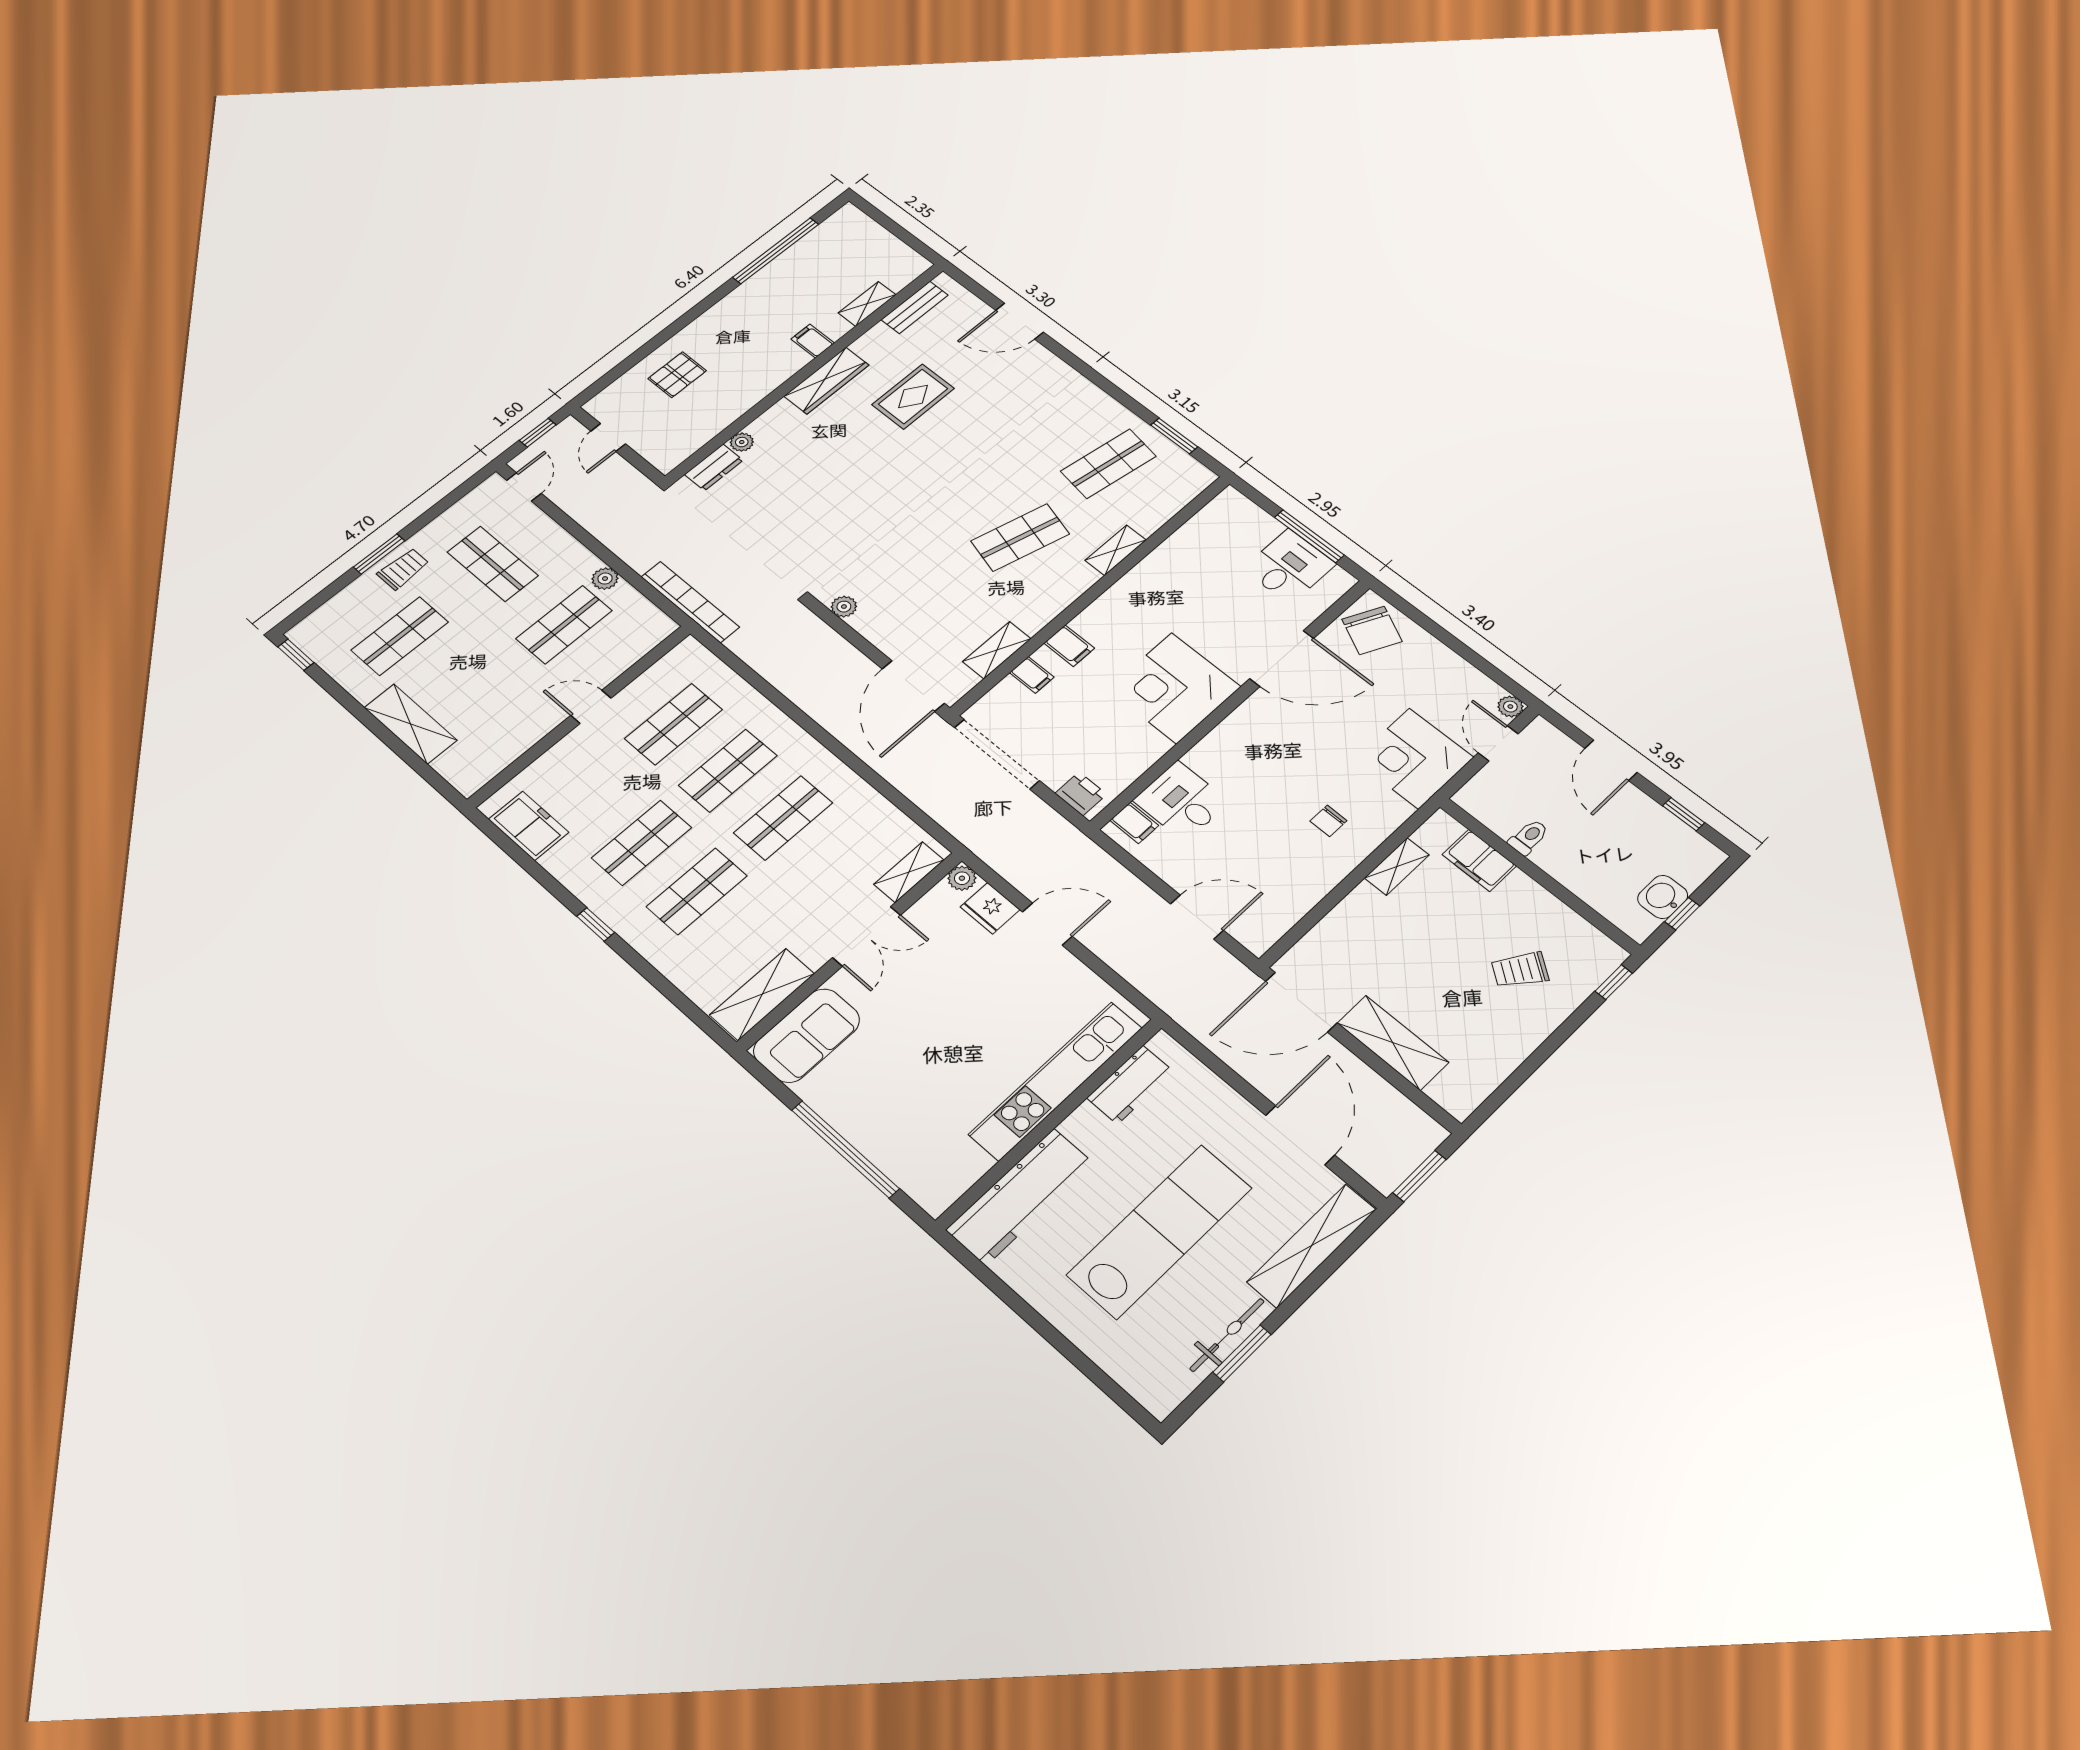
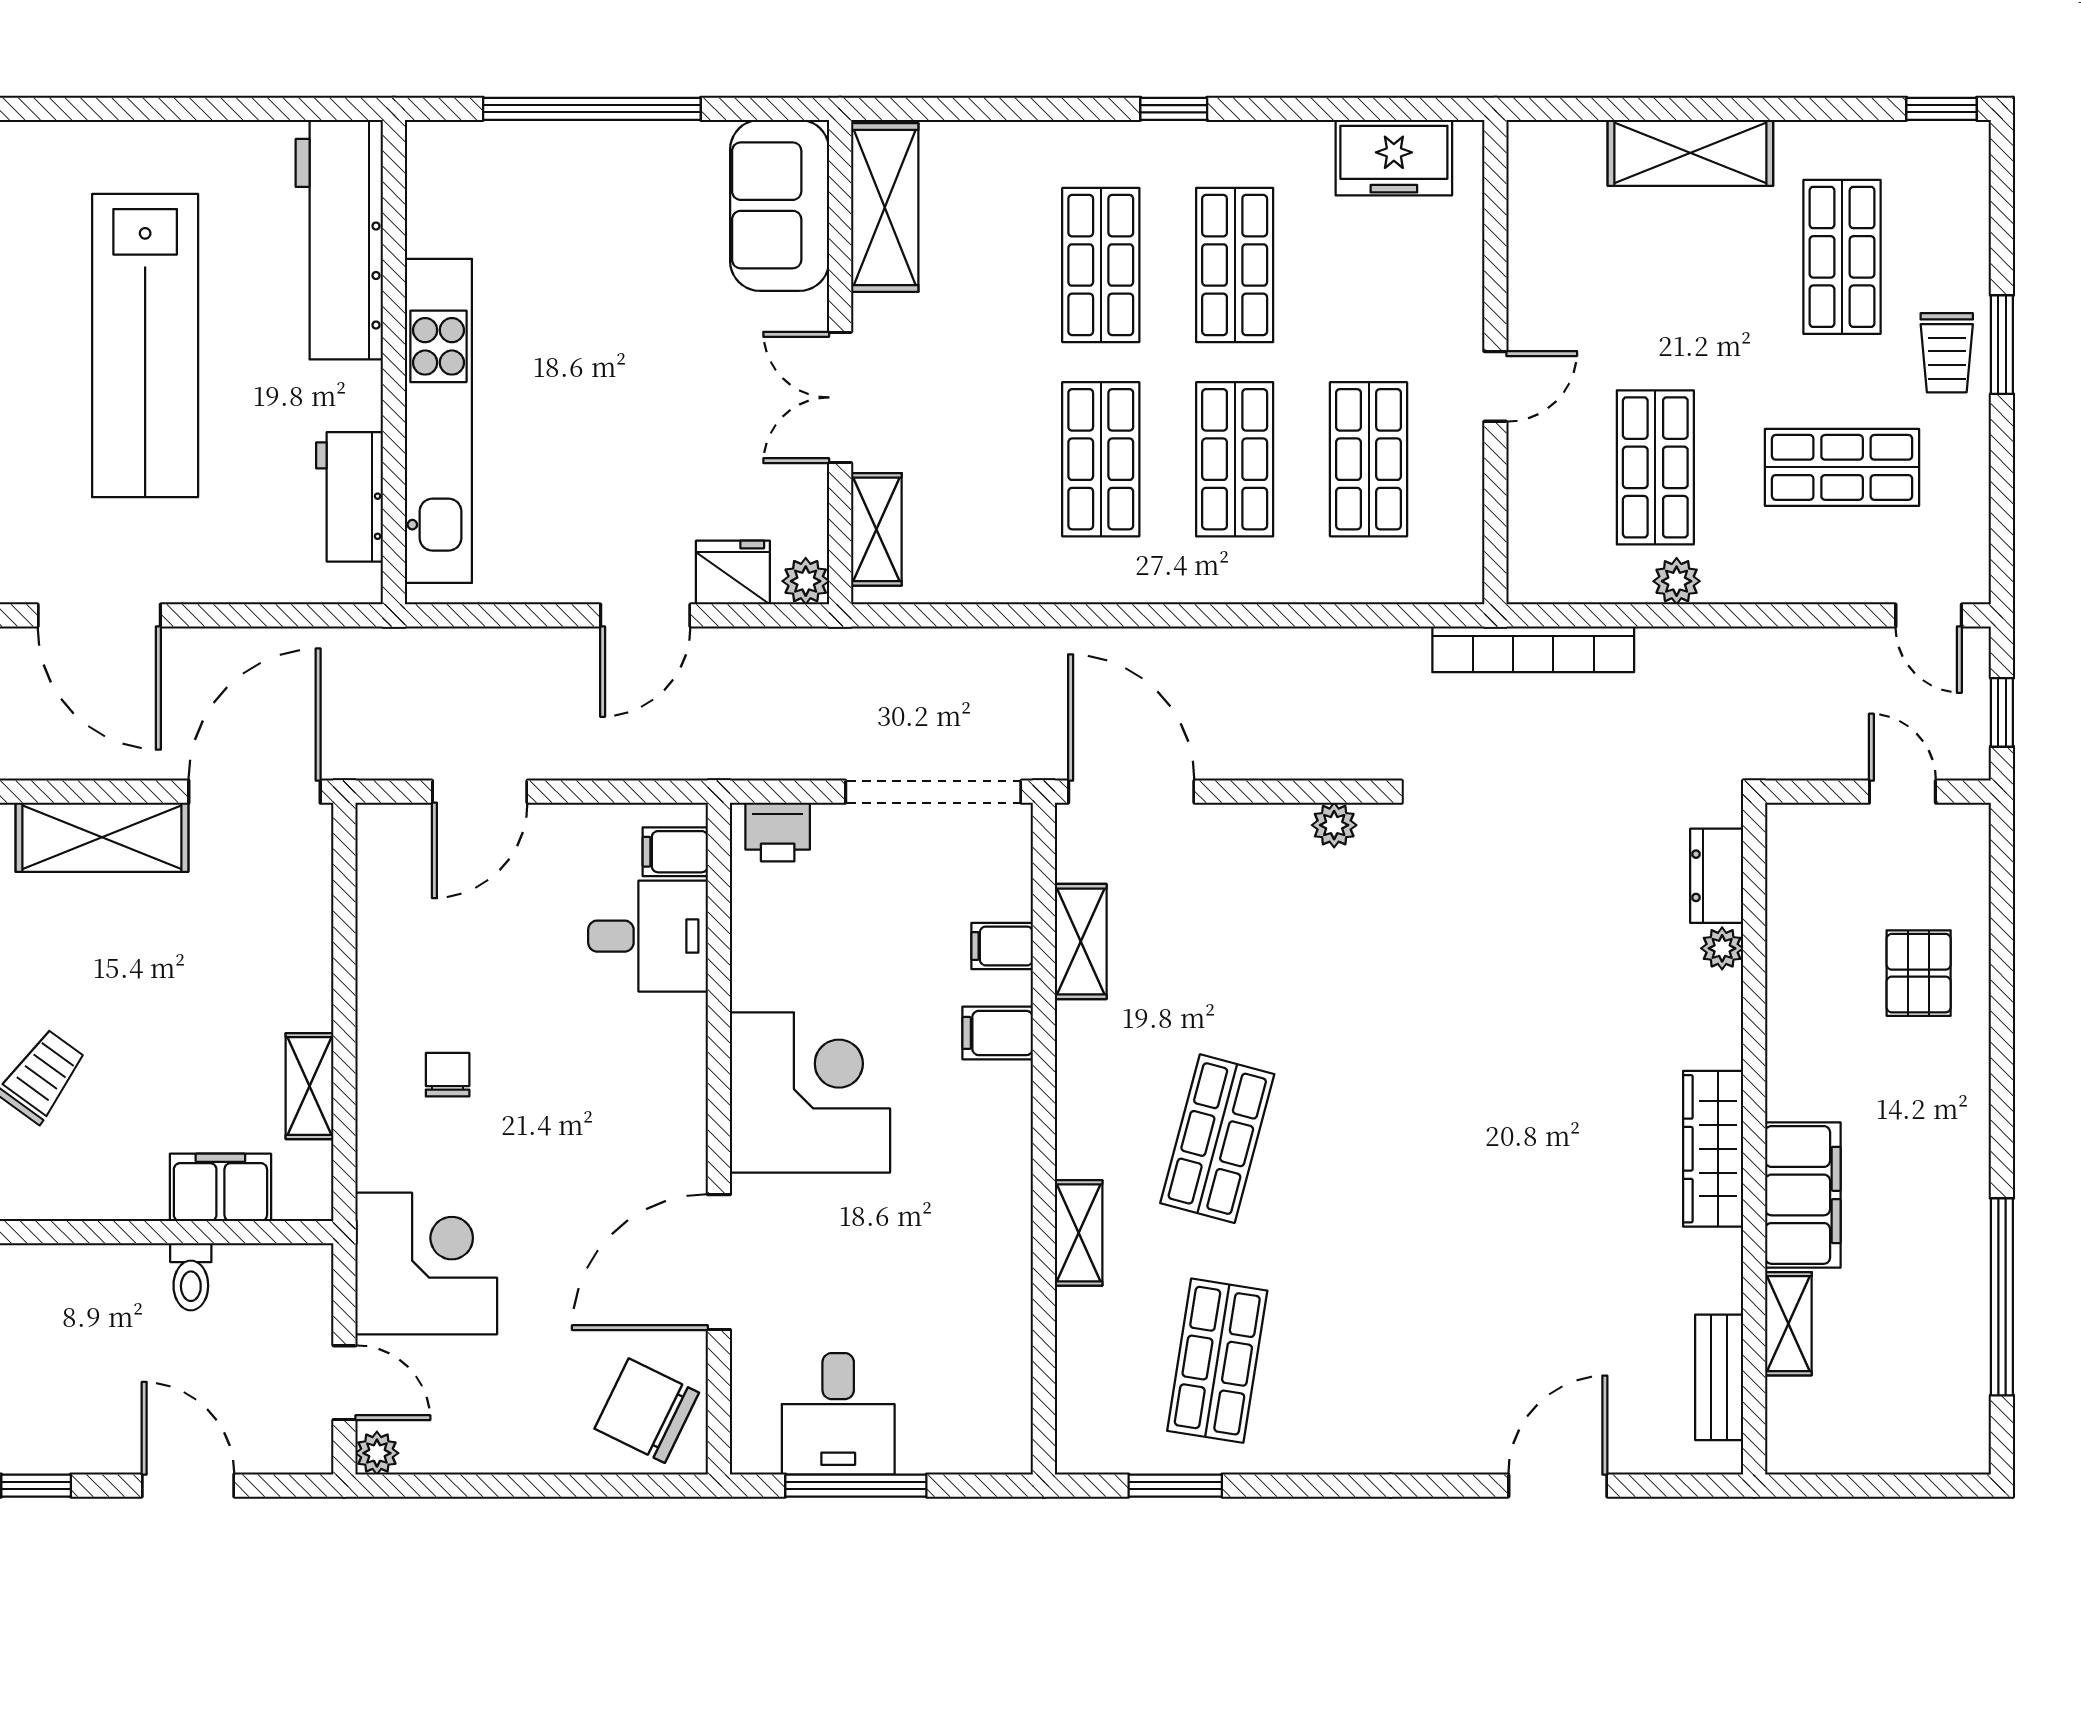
filing cabinet: (813, 341) -> (1803, 1195), width x3.00, depth x1.17
rug: (913, 396) -> (1574, 1230), removed

